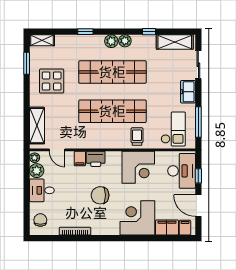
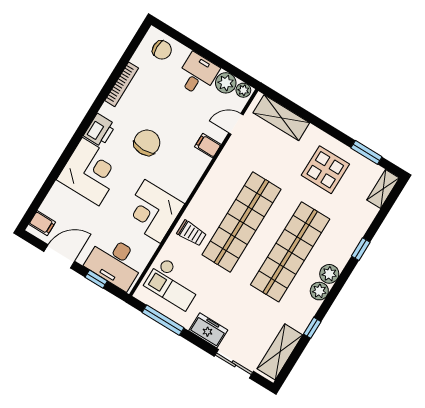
printer: (96, 159) -> (100, 130), moved, turned 180
filing cabinet: (167, 228) -> (56, 201), removed

